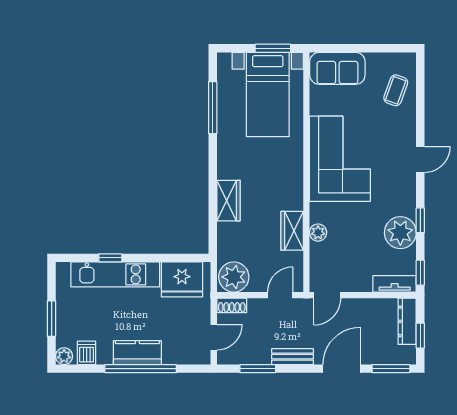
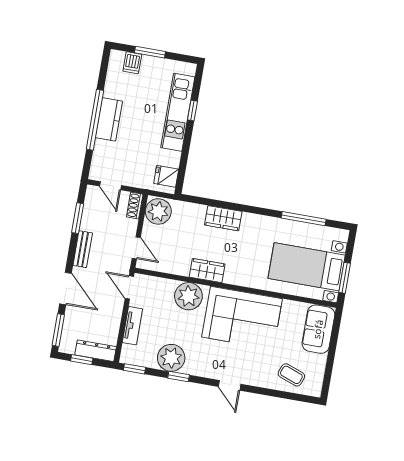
wardrobe: (292, 231) -> (207, 271), moved
plant: (318, 233) -> (188, 296), width x1.88, depth x1.88
fridge: (182, 279) -> (166, 176), width x0.53, depth x0.75
tv unit: (395, 284) -> (132, 326), moved
dishwasher: (87, 353) -> (132, 63), moved, turned 90
plant: (64, 356) -> (117, 57), removed

